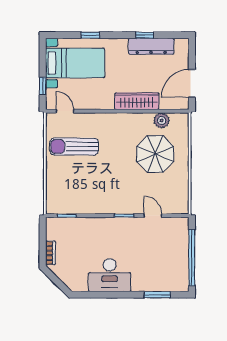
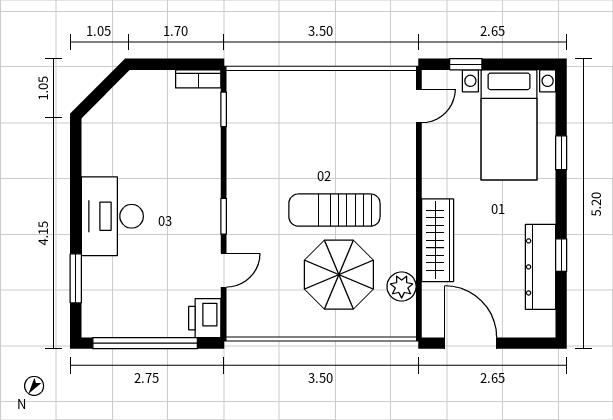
sun lounger: (74, 146) -> (334, 210), moved, turned -90
printer: (178, 226) -> (205, 318), added
bookcase: (51, 253) -> (198, 79), moved
desk: (110, 275) -> (112, 216), moved

